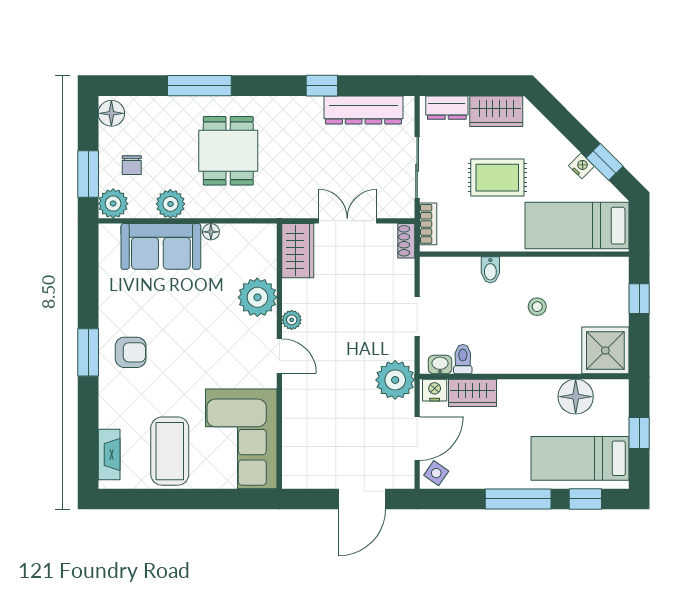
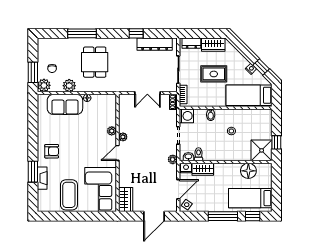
floor lamp: (111, 113) -> (43, 46), removed
double door: (347, 221) -> (147, 93), swing flipped
wardrobe: (298, 251) -> (126, 200), moved
washing machine: (436, 272) -> (186, 116), added
plant: (257, 297) -> (112, 131), width x0.53, depth x0.53
window: (639, 299) -> (276, 142), moved
window: (88, 352) -> (33, 172), moved
door: (279, 356) -> (117, 153), swing flipped
plant: (395, 380) -> (173, 159), width x0.53, depth x0.53
window: (639, 433) -> (276, 187), removed
fireplace: (109, 455) -> (42, 178), moved

